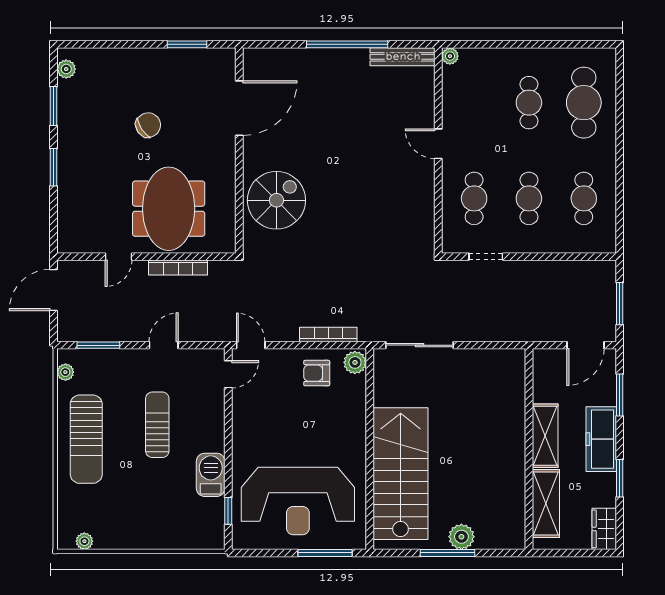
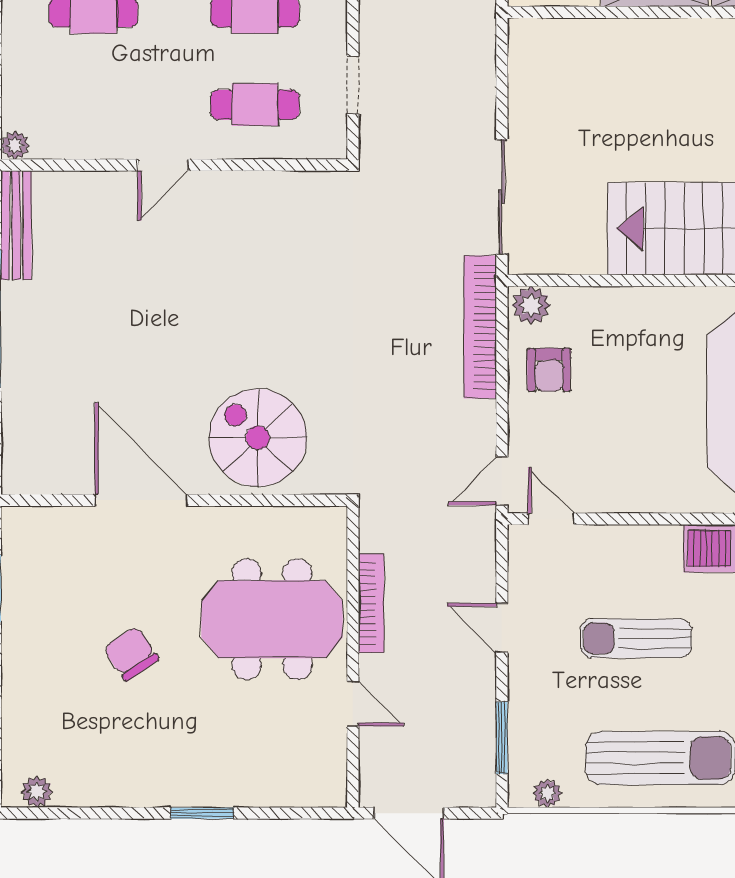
window: (54, 106) -> (99, 813), removed
door: (239, 108) -> (141, 500), moved
bookcase: (328, 334) -> (480, 327), width x1.48, depth x1.31

